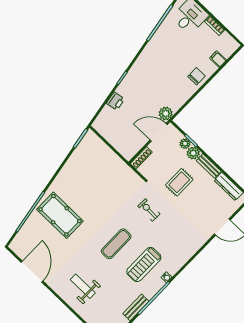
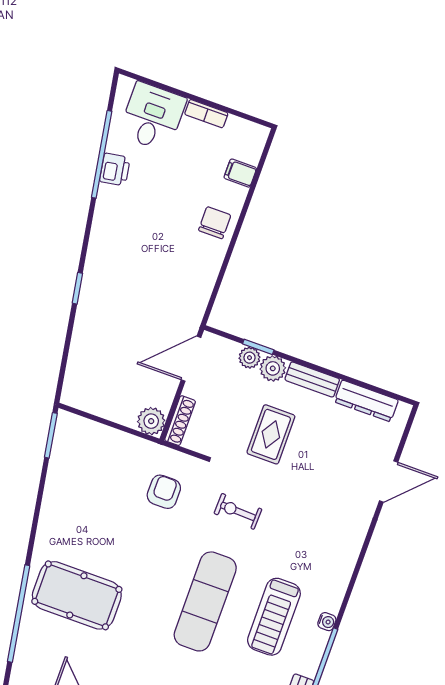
printer: (115, 101) -> (115, 169), moved
plant: (166, 113) -> (151, 421), moved
armchair: (120, 186) -> (164, 492), added
exercise mat: (116, 244) -> (205, 601), width x1.36, depth x1.45

